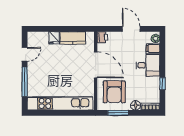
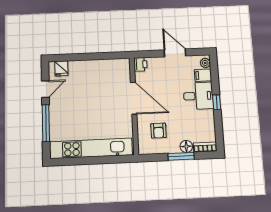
fridge: (54, 38) -> (61, 68), moved
kitchen counter: (73, 38) -> (104, 67), removed
window: (162, 84) -> (217, 102), moved
armchair: (114, 92) -> (159, 131), width x0.53, depth x0.53
window: (118, 113) -> (181, 156), moved

